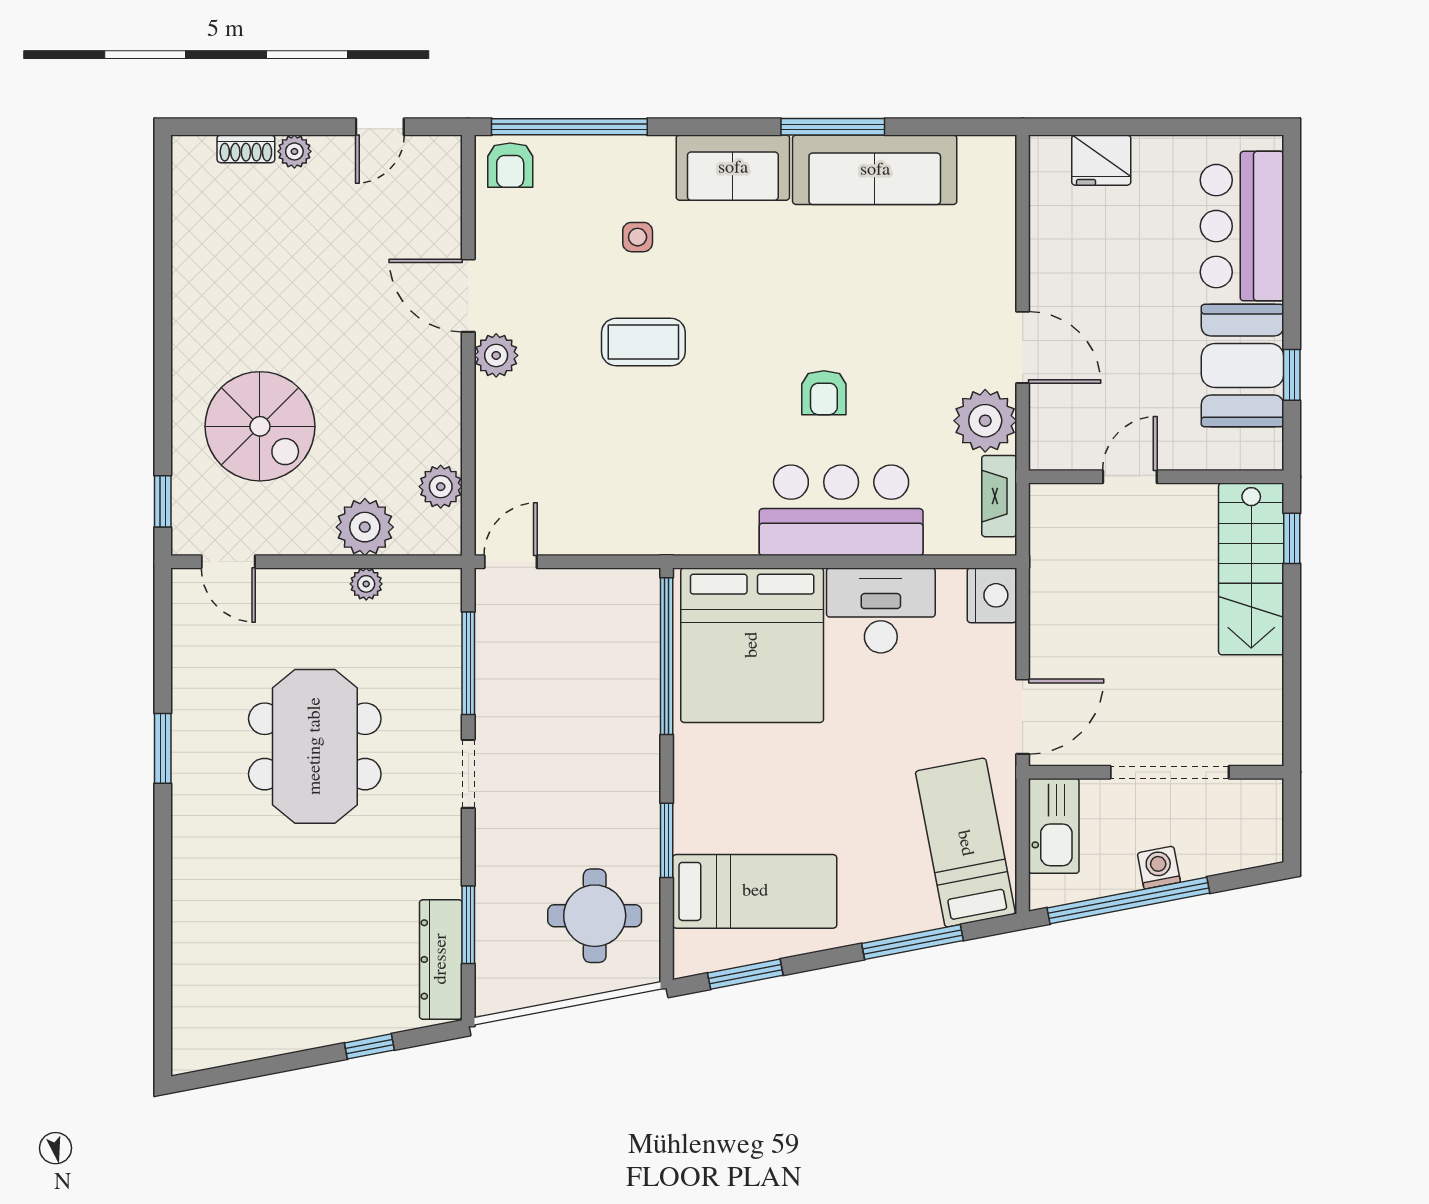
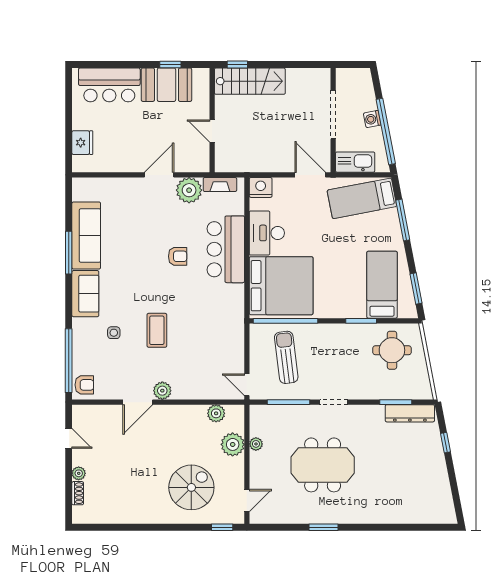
sun lounger: (577, 658) -> (286, 357), added

